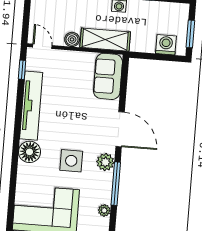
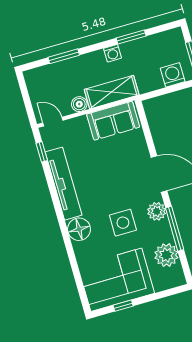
sofa: (108, 76) -> (113, 121), moved, turned -90
plant: (104, 210) -> (166, 255), width x1.87, depth x1.87

